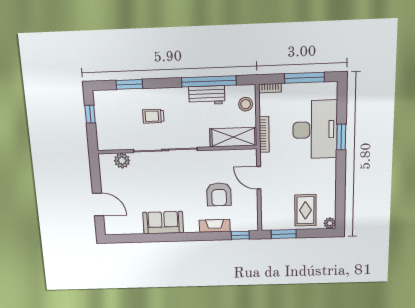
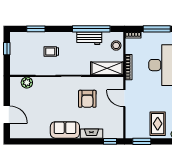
armchair: (219, 194) -> (87, 99), moved
sofa: (163, 223) -> (65, 130), moved

